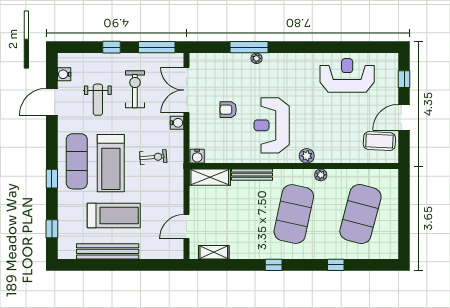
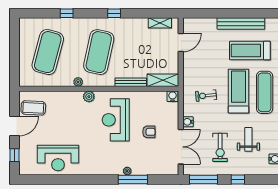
reception desk: (272, 125) -> (116, 120), turned 180
treadmill: (114, 215) -> (250, 51), moved

